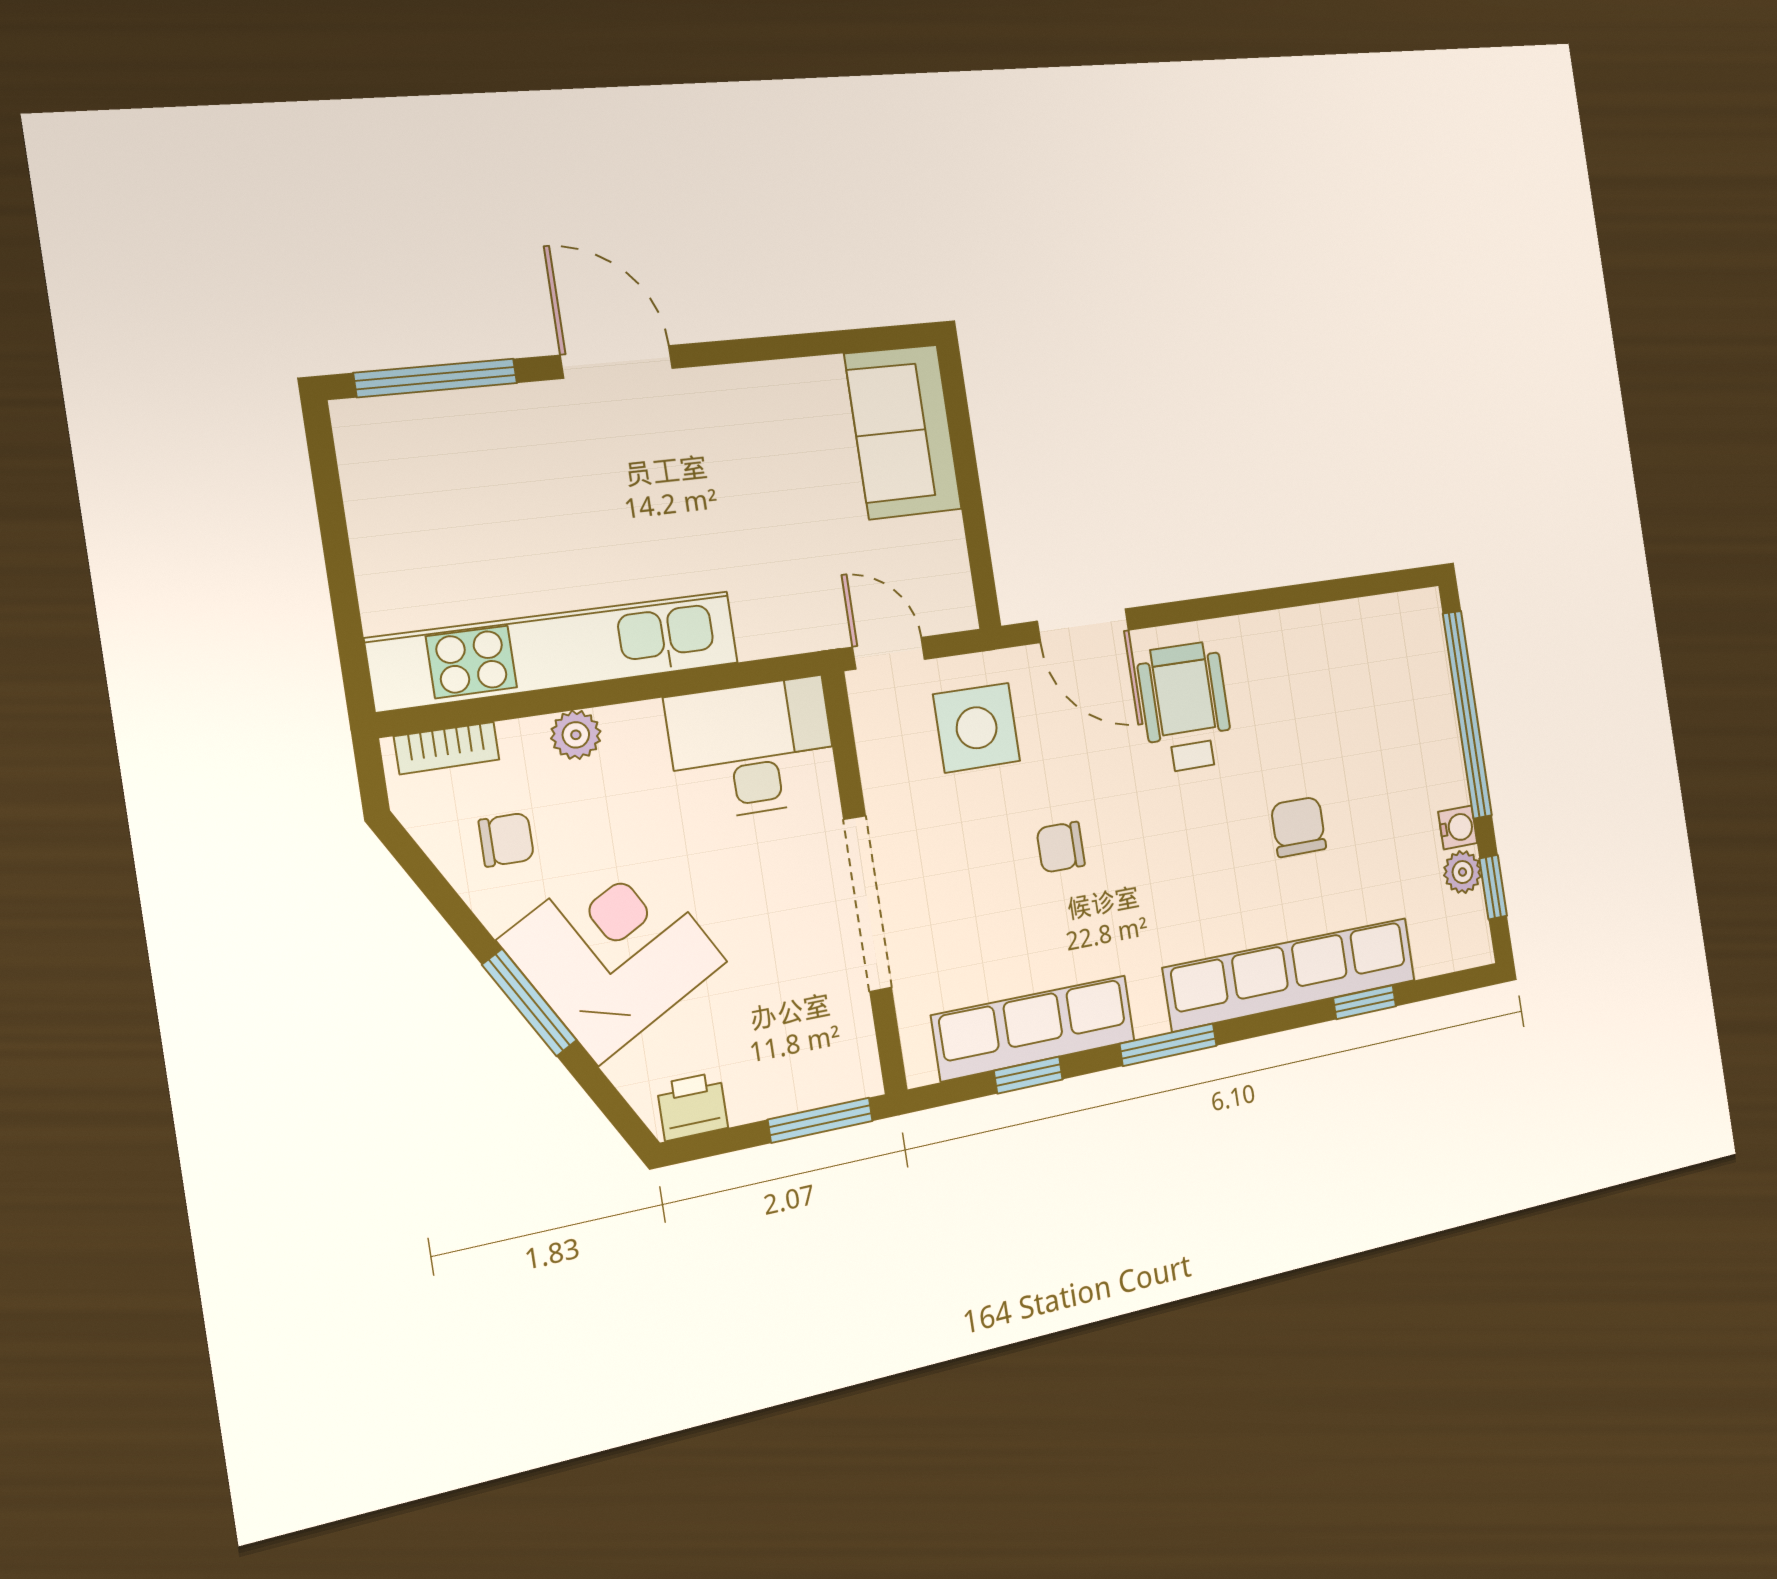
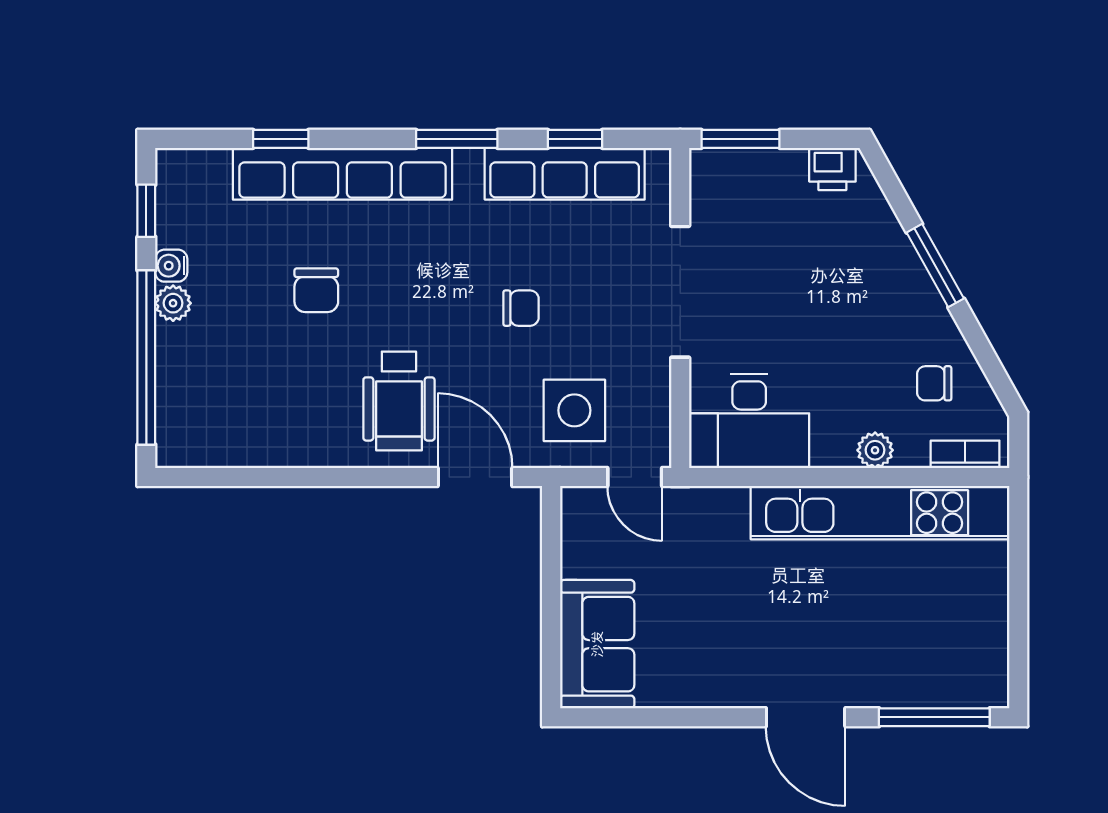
plant: (1463, 872) -> (173, 303), moved
corner desk: (613, 951) -> (872, 291), removed

